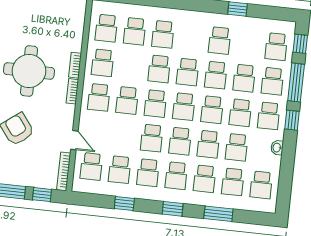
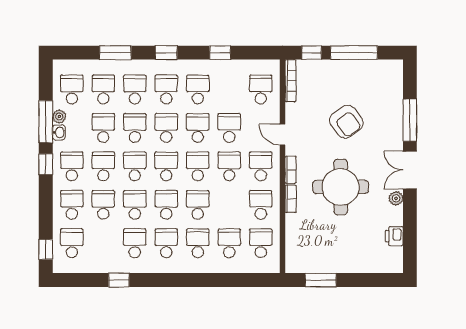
school desk: (191, 37) -> (166, 243), added
window: (296, 82) -> (46, 122), moved
door: (74, 140) -> (283, 135), moved
plant: (275, 162) -> (59, 117), added
school desk: (120, 170) -> (229, 128), moved

